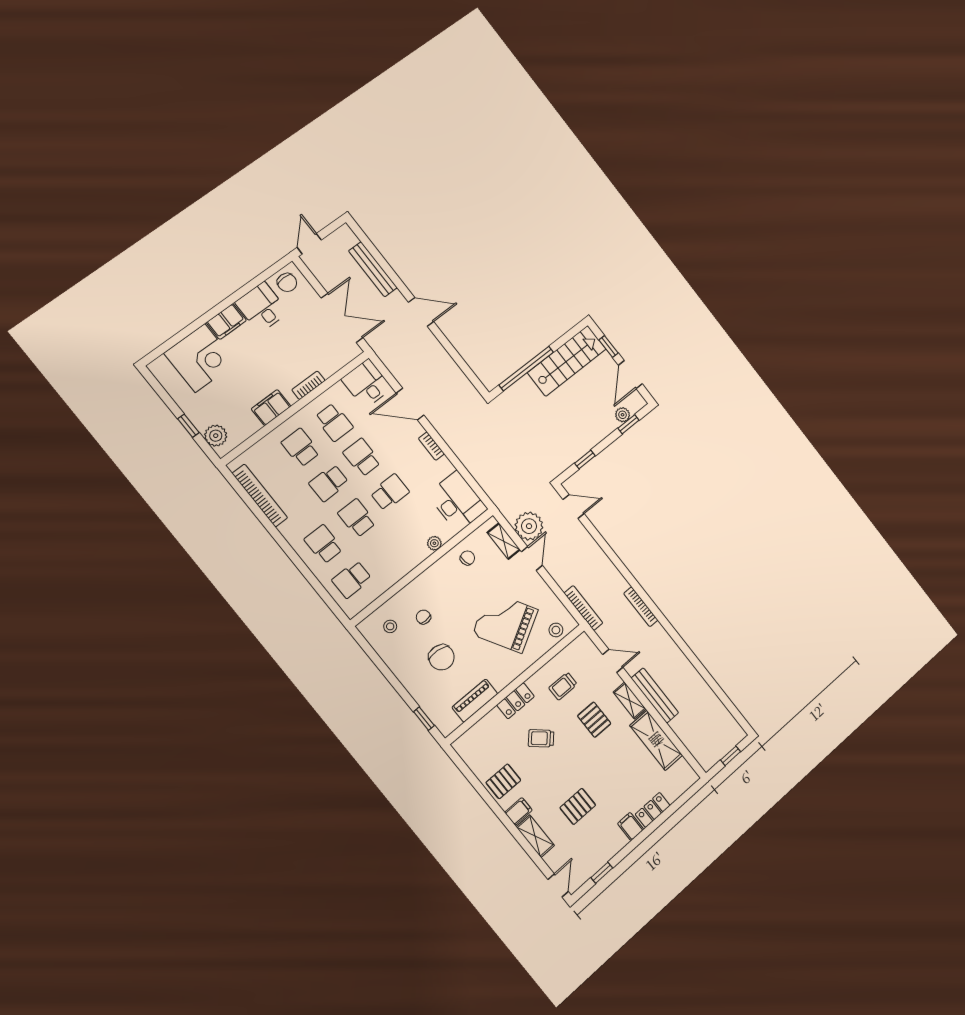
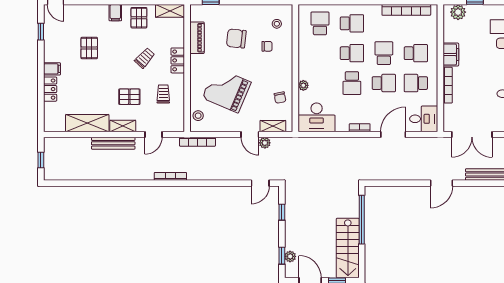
bookcase: (308, 385) -> (448, 85), width x1.56
plant: (529, 526) -> (265, 143), width x0.53, depth x0.53
grand piano: (505, 622) -> (227, 90), turned -127
shelving: (535, 836) -> (170, 11), moved

